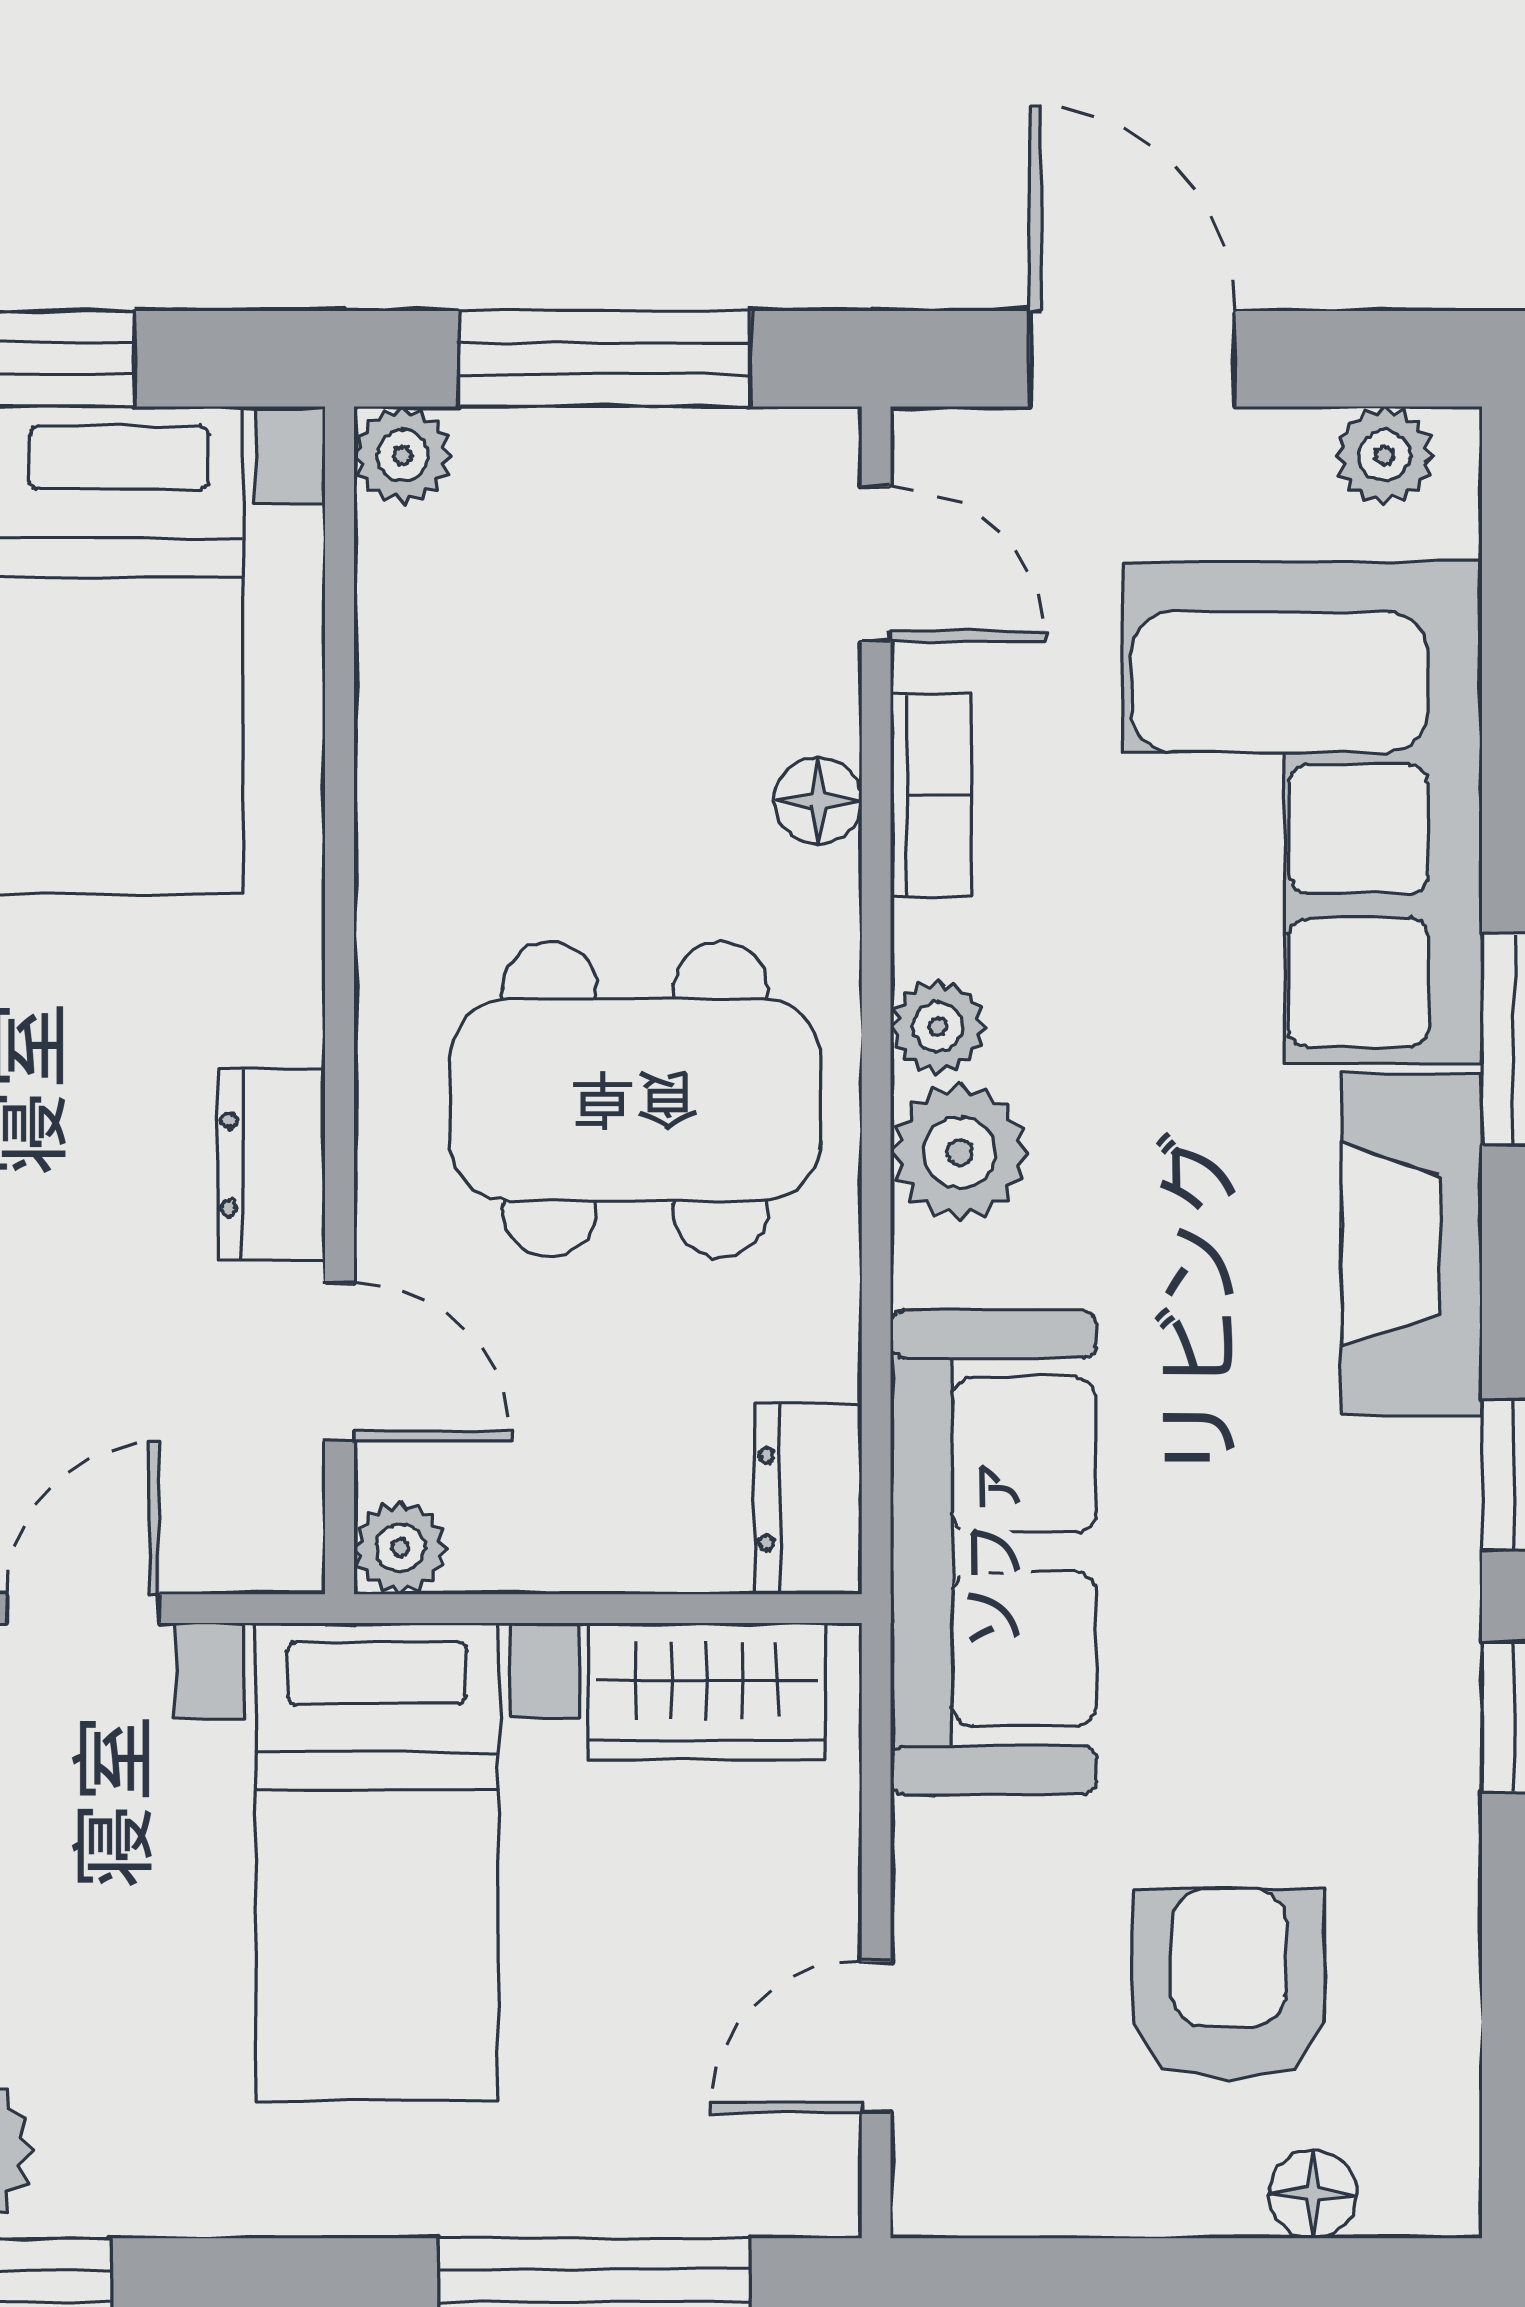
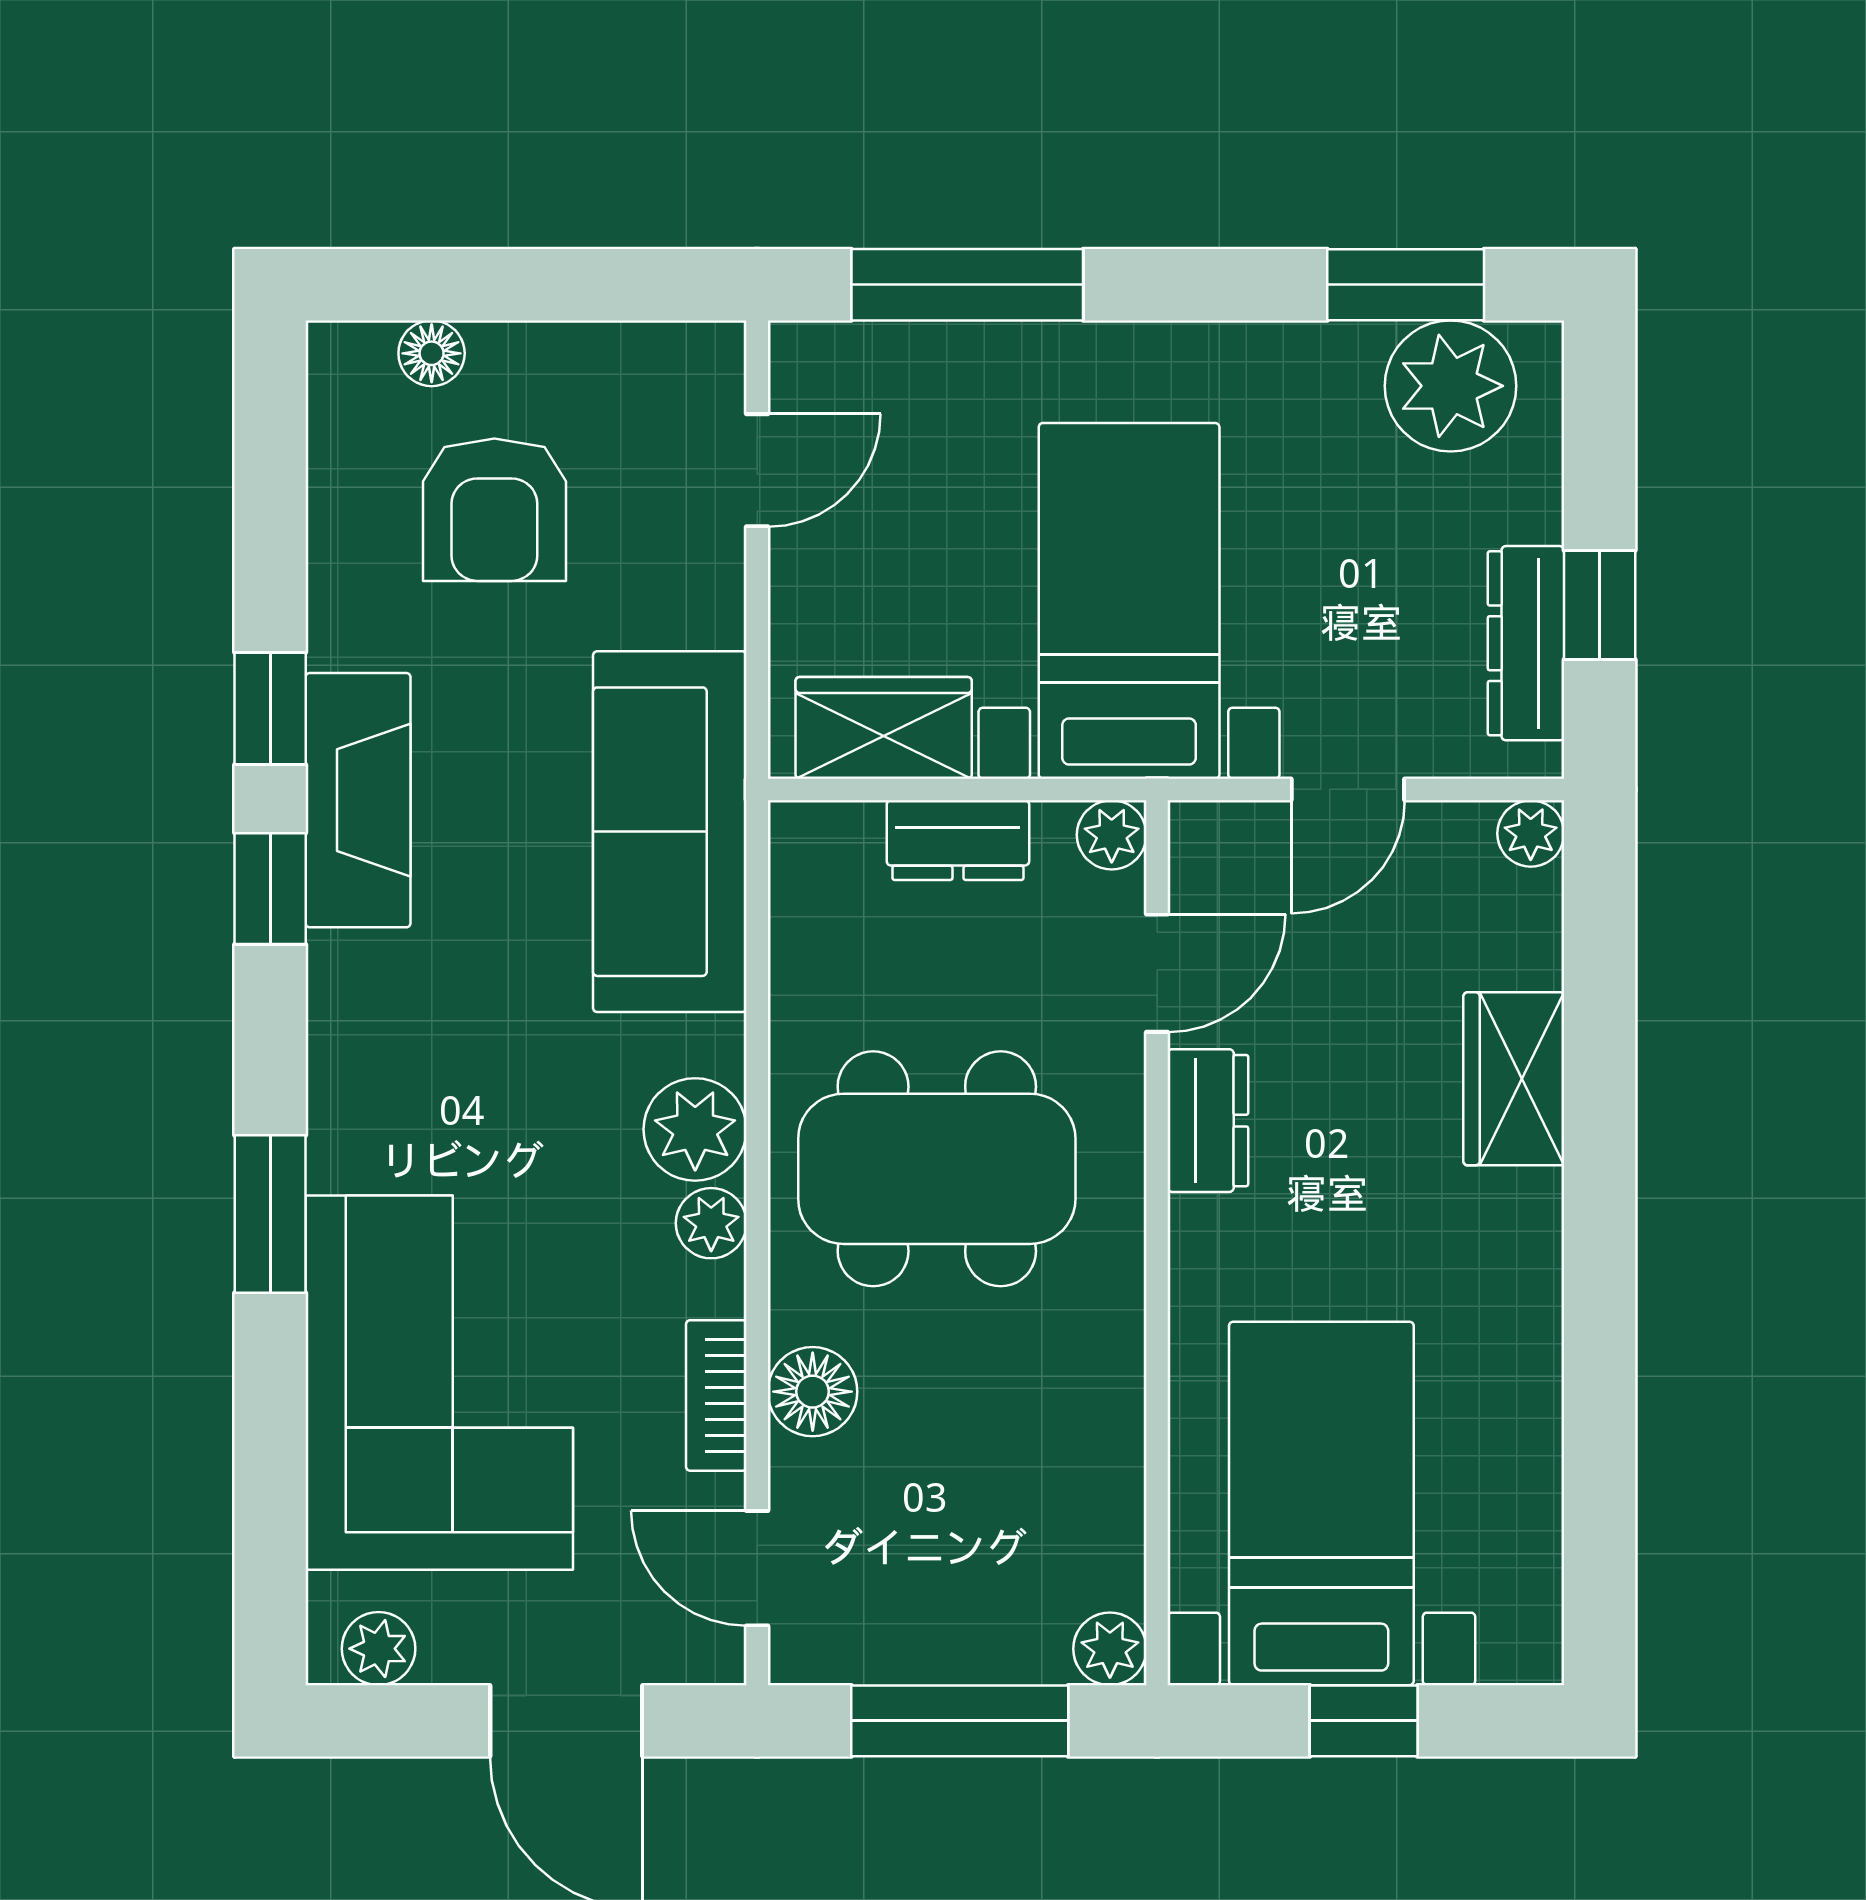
floor lamp: (818, 801) -> (813, 1392), width x1.37, depth x1.37
fireplace: (1412, 1244) -> (358, 800), moved
door: (339, 1362) -> (1157, 973), swing flipped
dresser: (808, 1499) -> (958, 840), moved, turned 90

